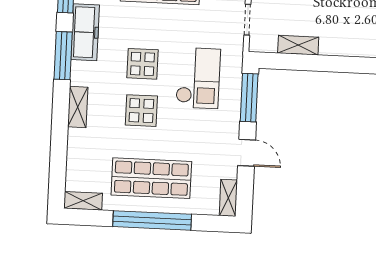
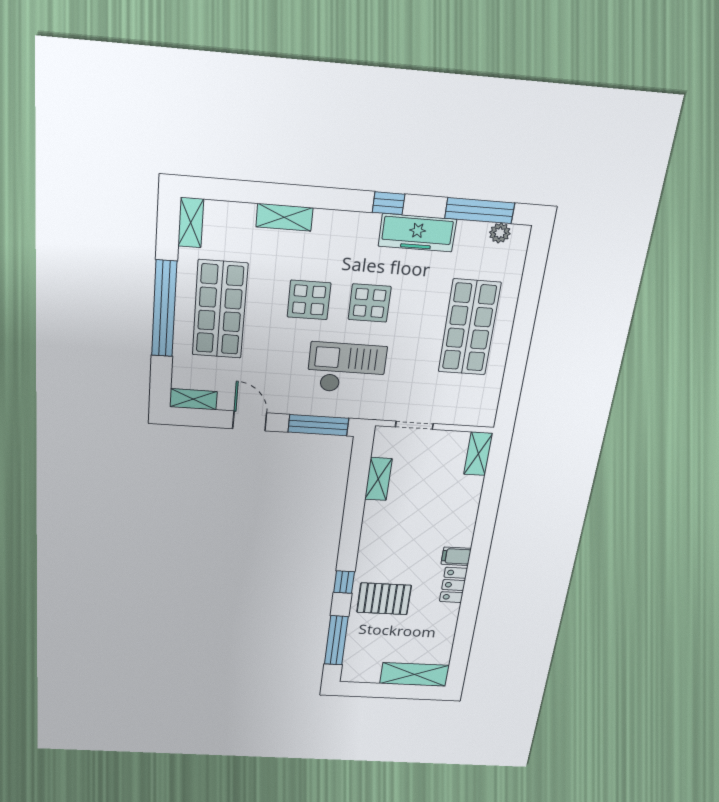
window: (63, 56) -> (389, 203), width x0.46
checkout: (198, 78) -> (347, 368), turned 180
shelving: (78, 107) -> (284, 217), moved
door: (247, 153) -> (250, 421), swing flipped

